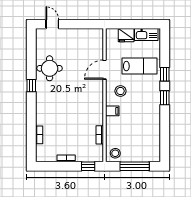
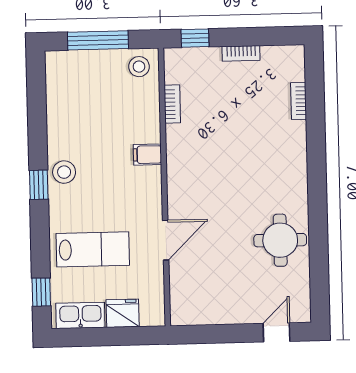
door: (52, 24) -> (277, 332), swing flipped
lab bench: (140, 66) -> (93, 249), turned 180
window: (165, 74) -> (41, 292), moved
window: (31, 86) -> (317, 203), removed
stool: (120, 91) -> (64, 172), moved

